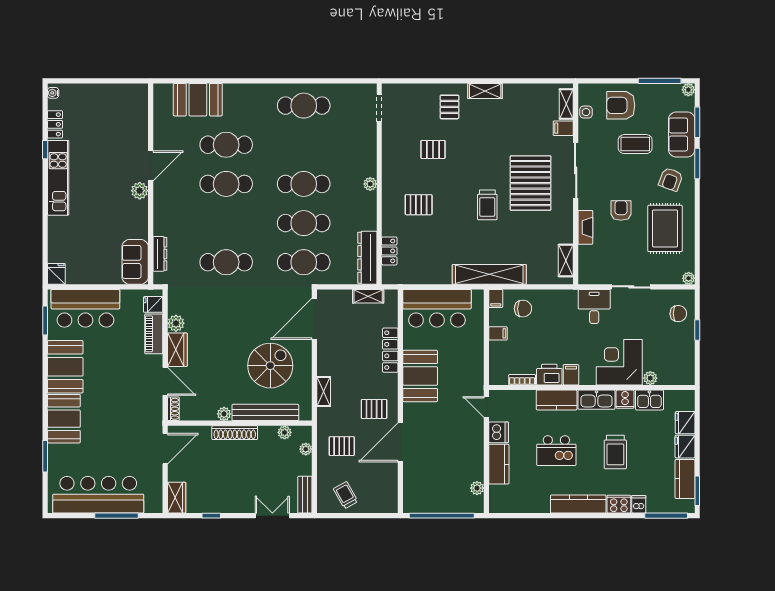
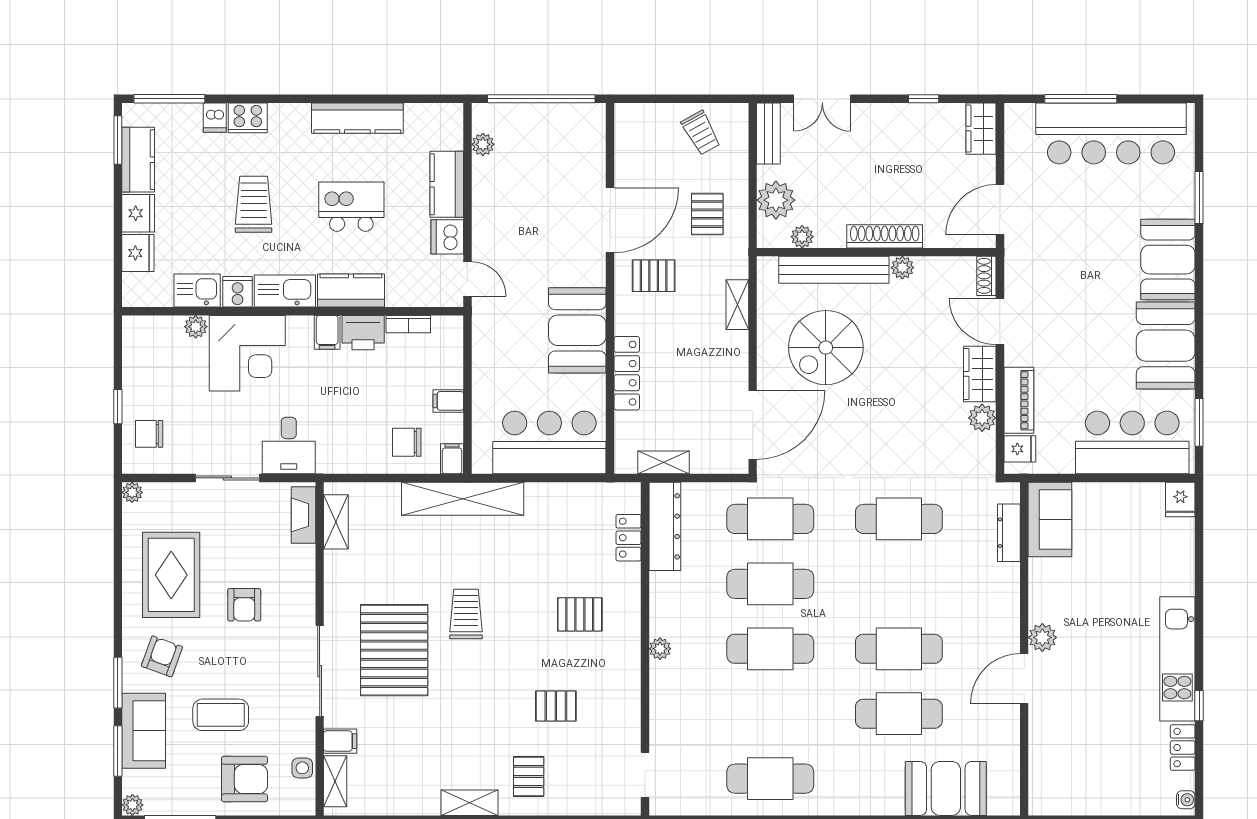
fireplace: (585, 227) -> (303, 515), moved
pallet: (342, 446) -> (707, 214), turned 90
plant: (306, 449) -> (776, 200), width x1.88, depth x1.88
kitchen counter: (578, 504) -> (357, 118), moved

